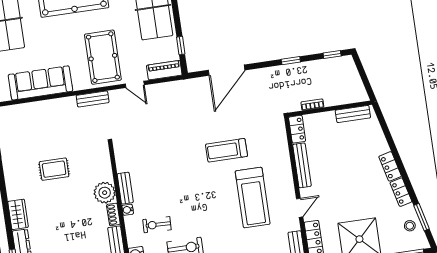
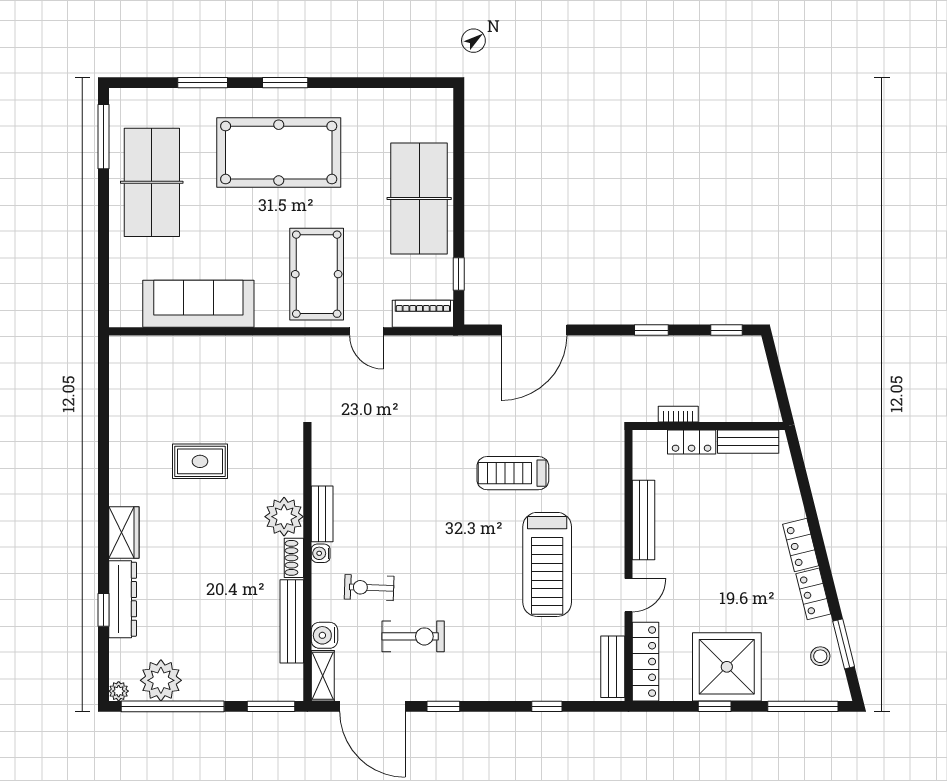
bench: (93, 99) -> (287, 346), removed
locker: (297, 129) -> (692, 442), moved, turned 90

